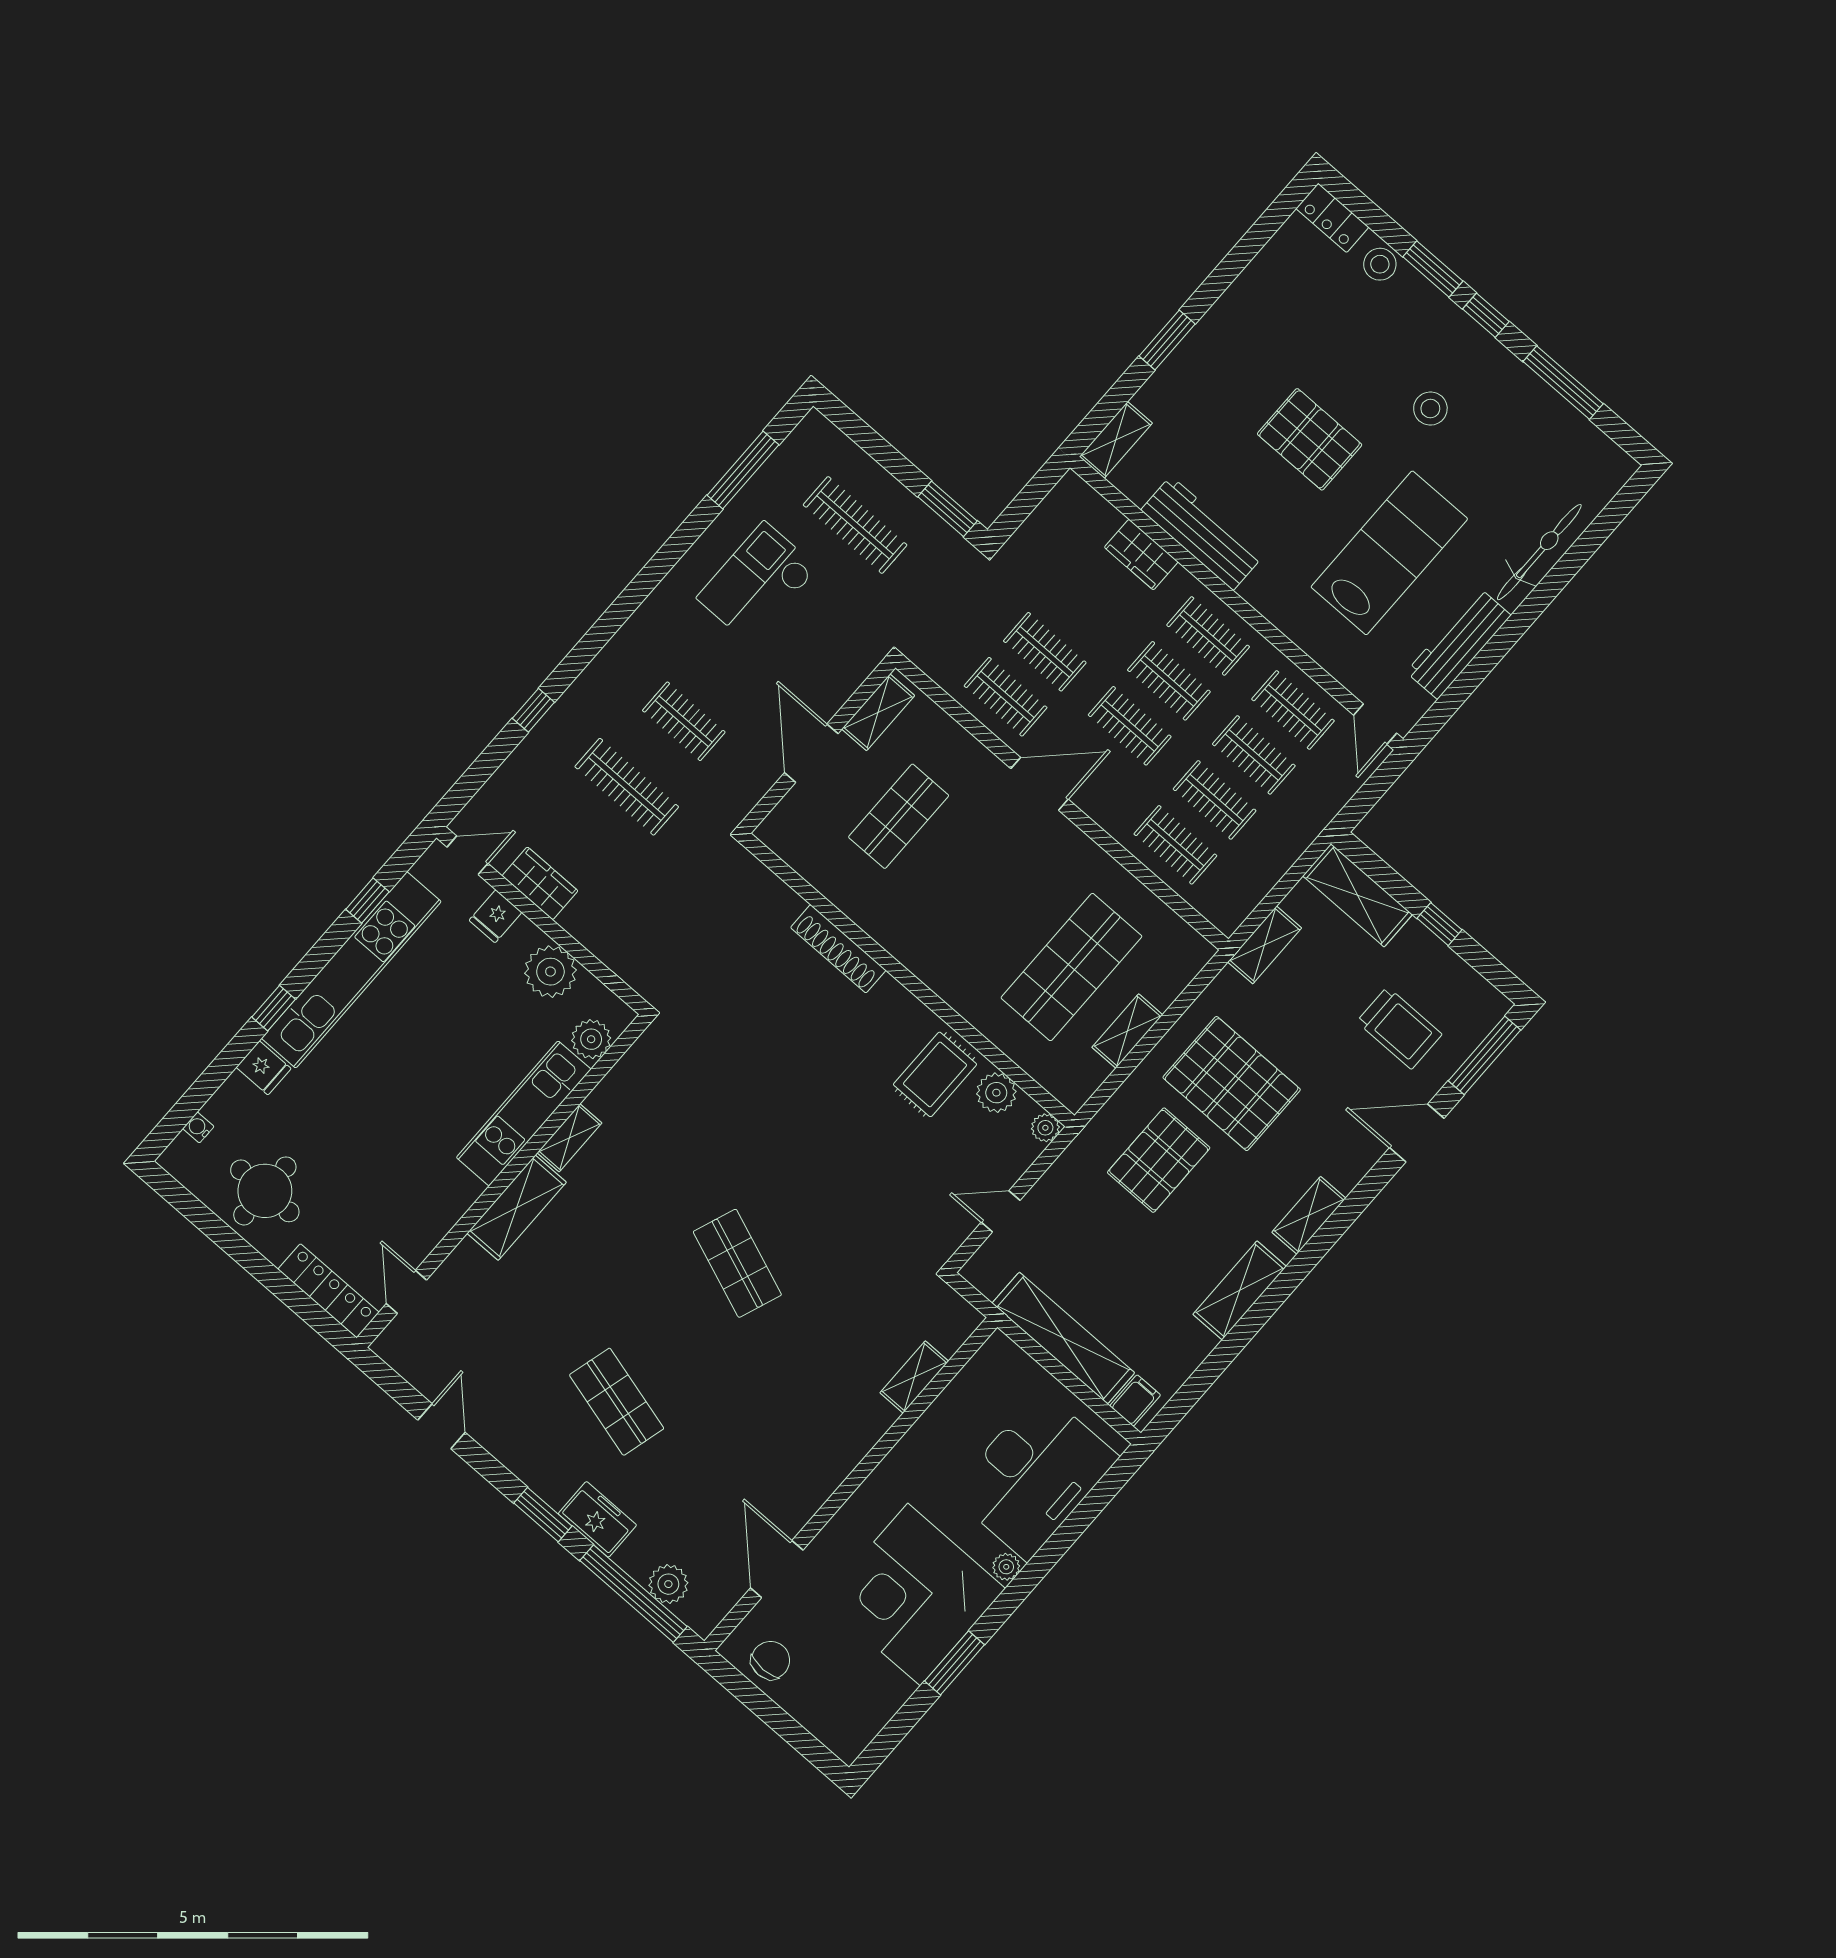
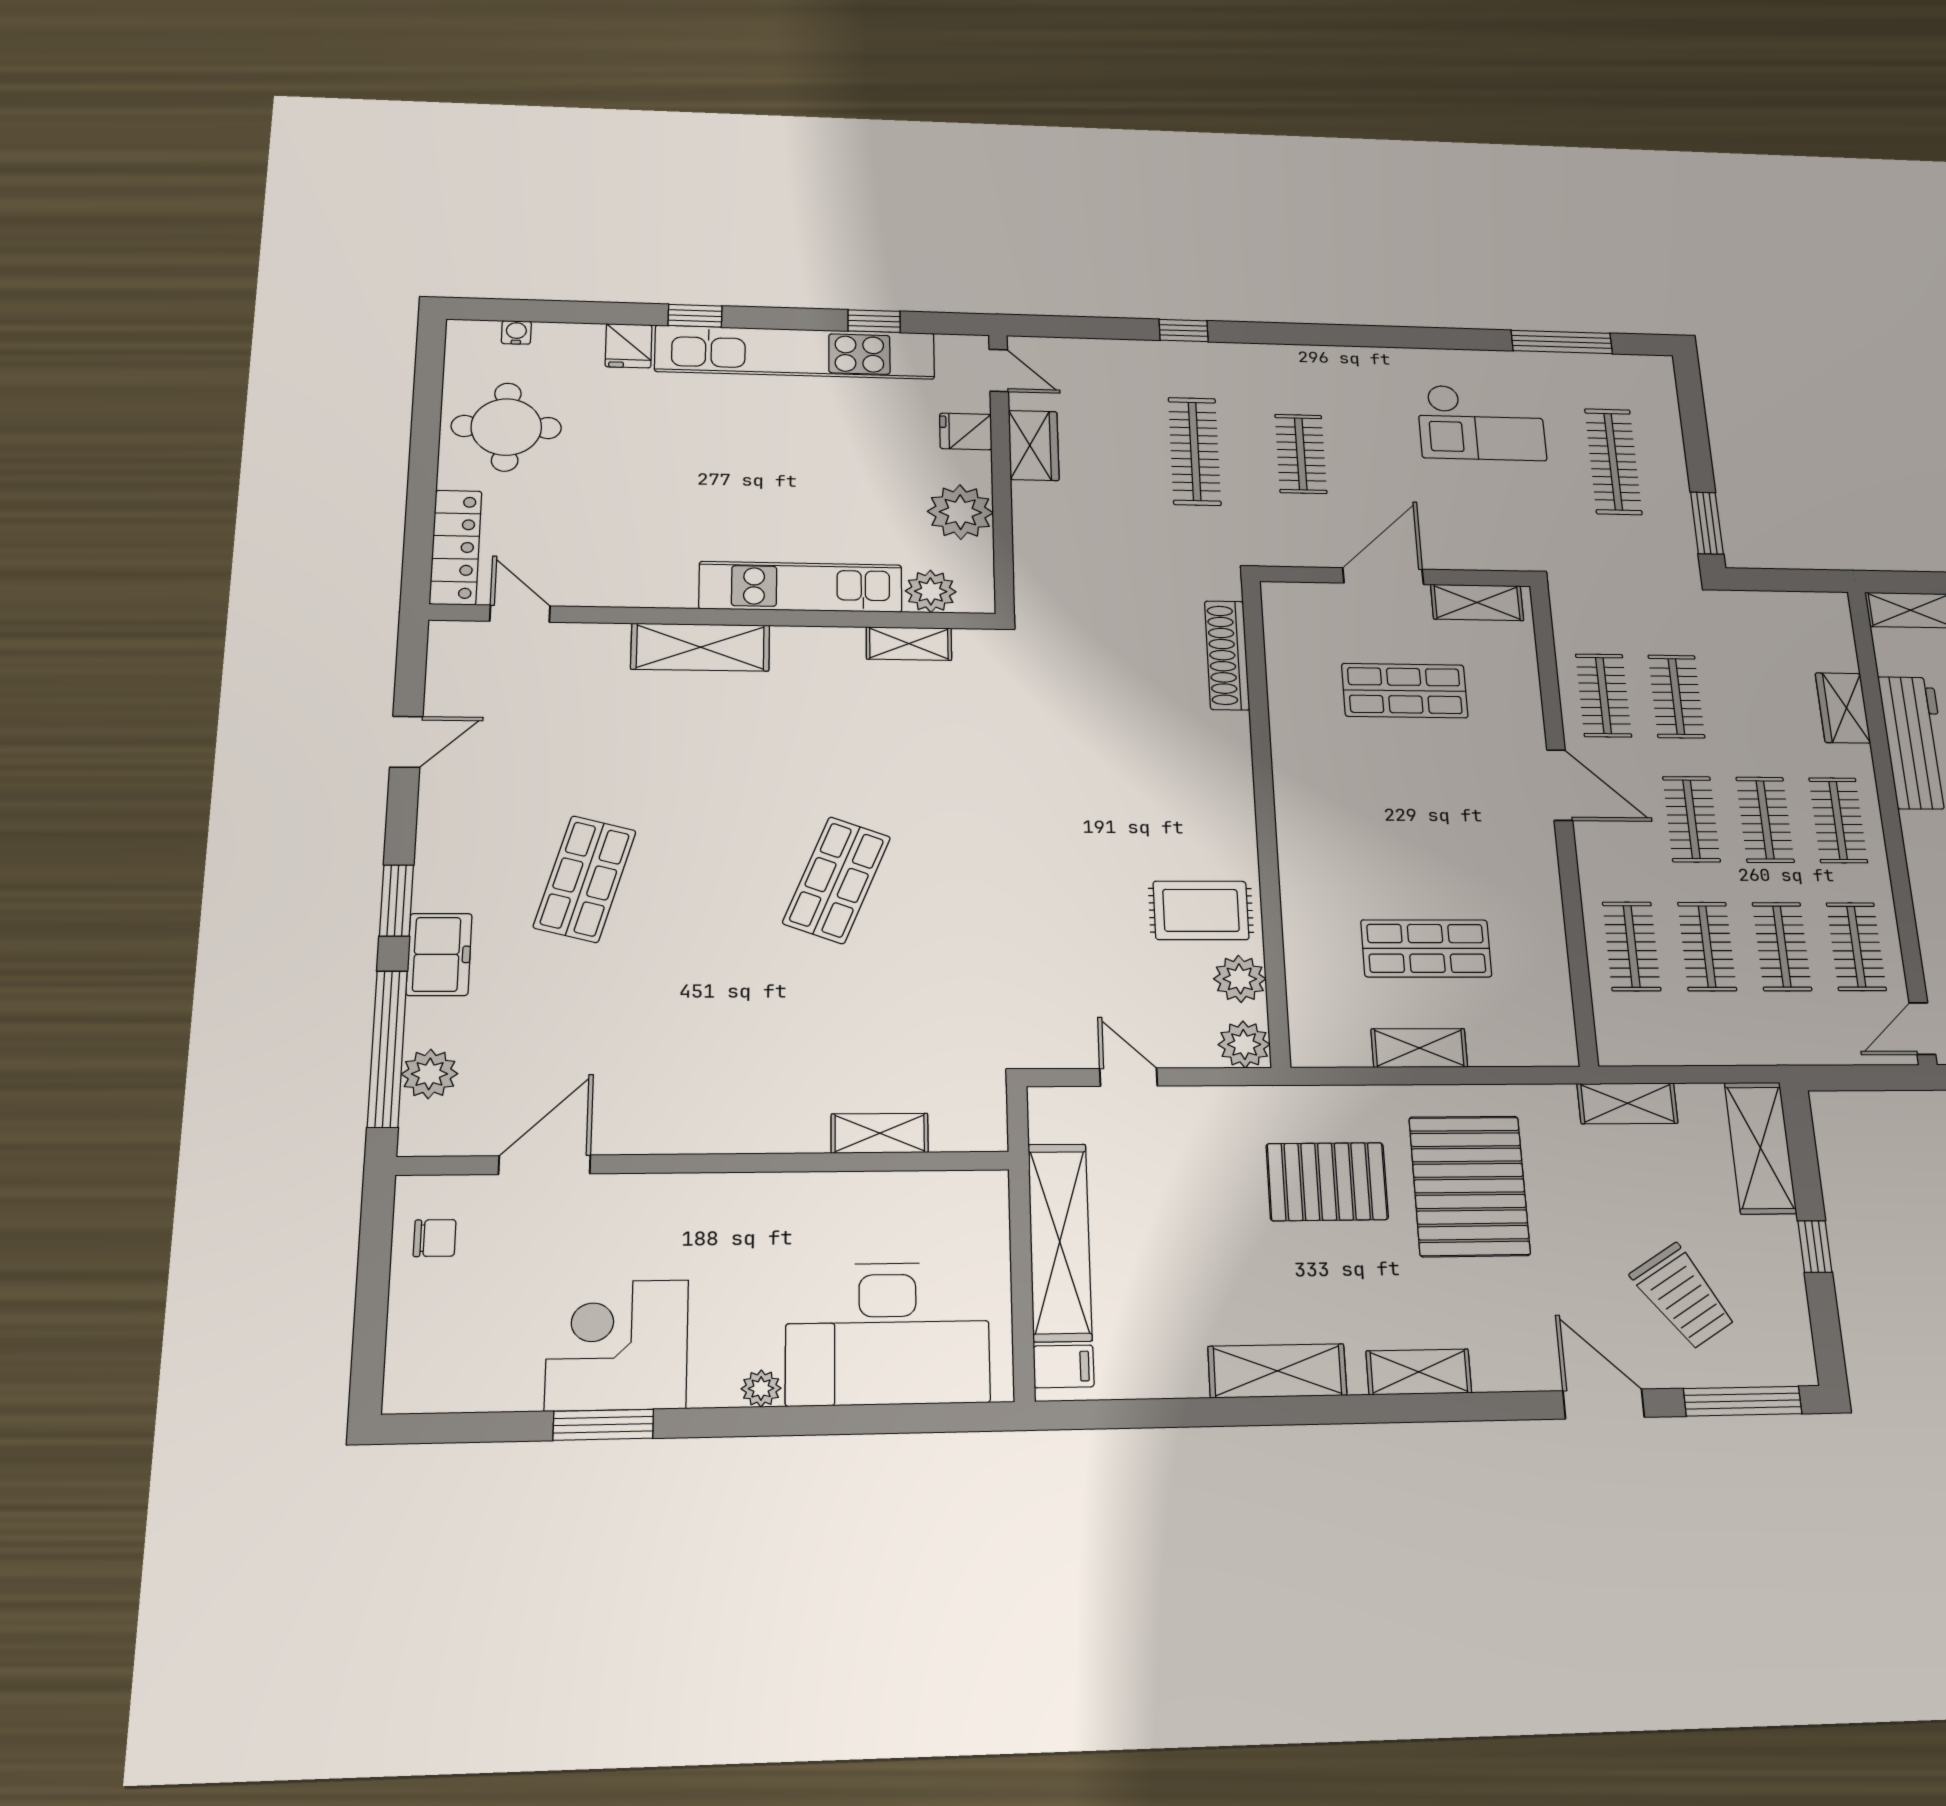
checkout: (757, 583) -> (1481, 423), turned 180
shoe rack: (838, 949) -> (1227, 655), moved
shop shelf: (1071, 967) -> (1426, 948), width x0.70, depth x0.74
trolley: (1399, 1028) -> (1683, 1296), turned -33
plant: (1045, 1128) -> (1244, 1044), width x1.38, depth x1.38
shelving: (569, 1138) -> (909, 644), moved
door: (406, 1292) -> (520, 614), hinge flipped
corner desk: (914, 1595) -> (617, 1345), width x0.74, depth x0.74
chair: (770, 1660) -> (435, 1238), width x0.73, depth x0.73

